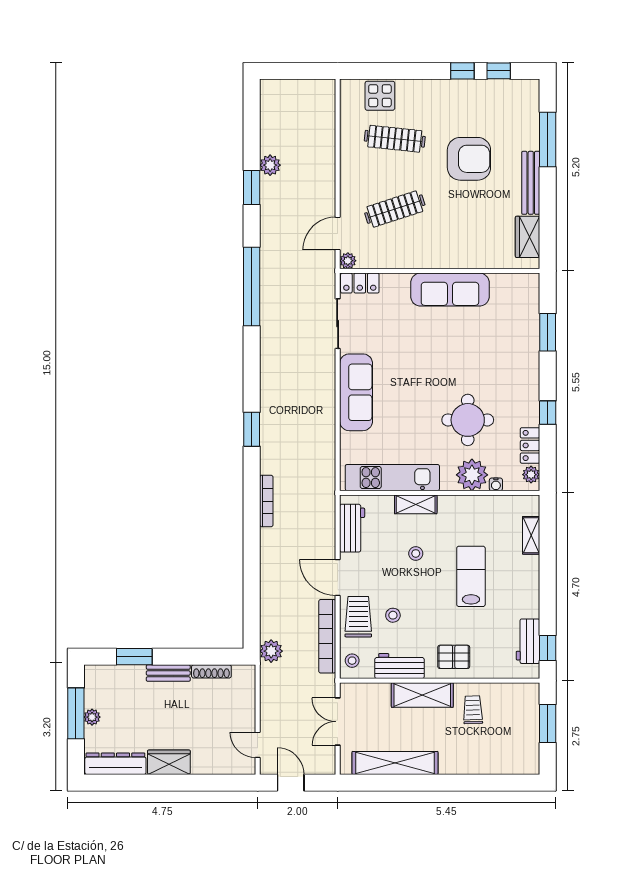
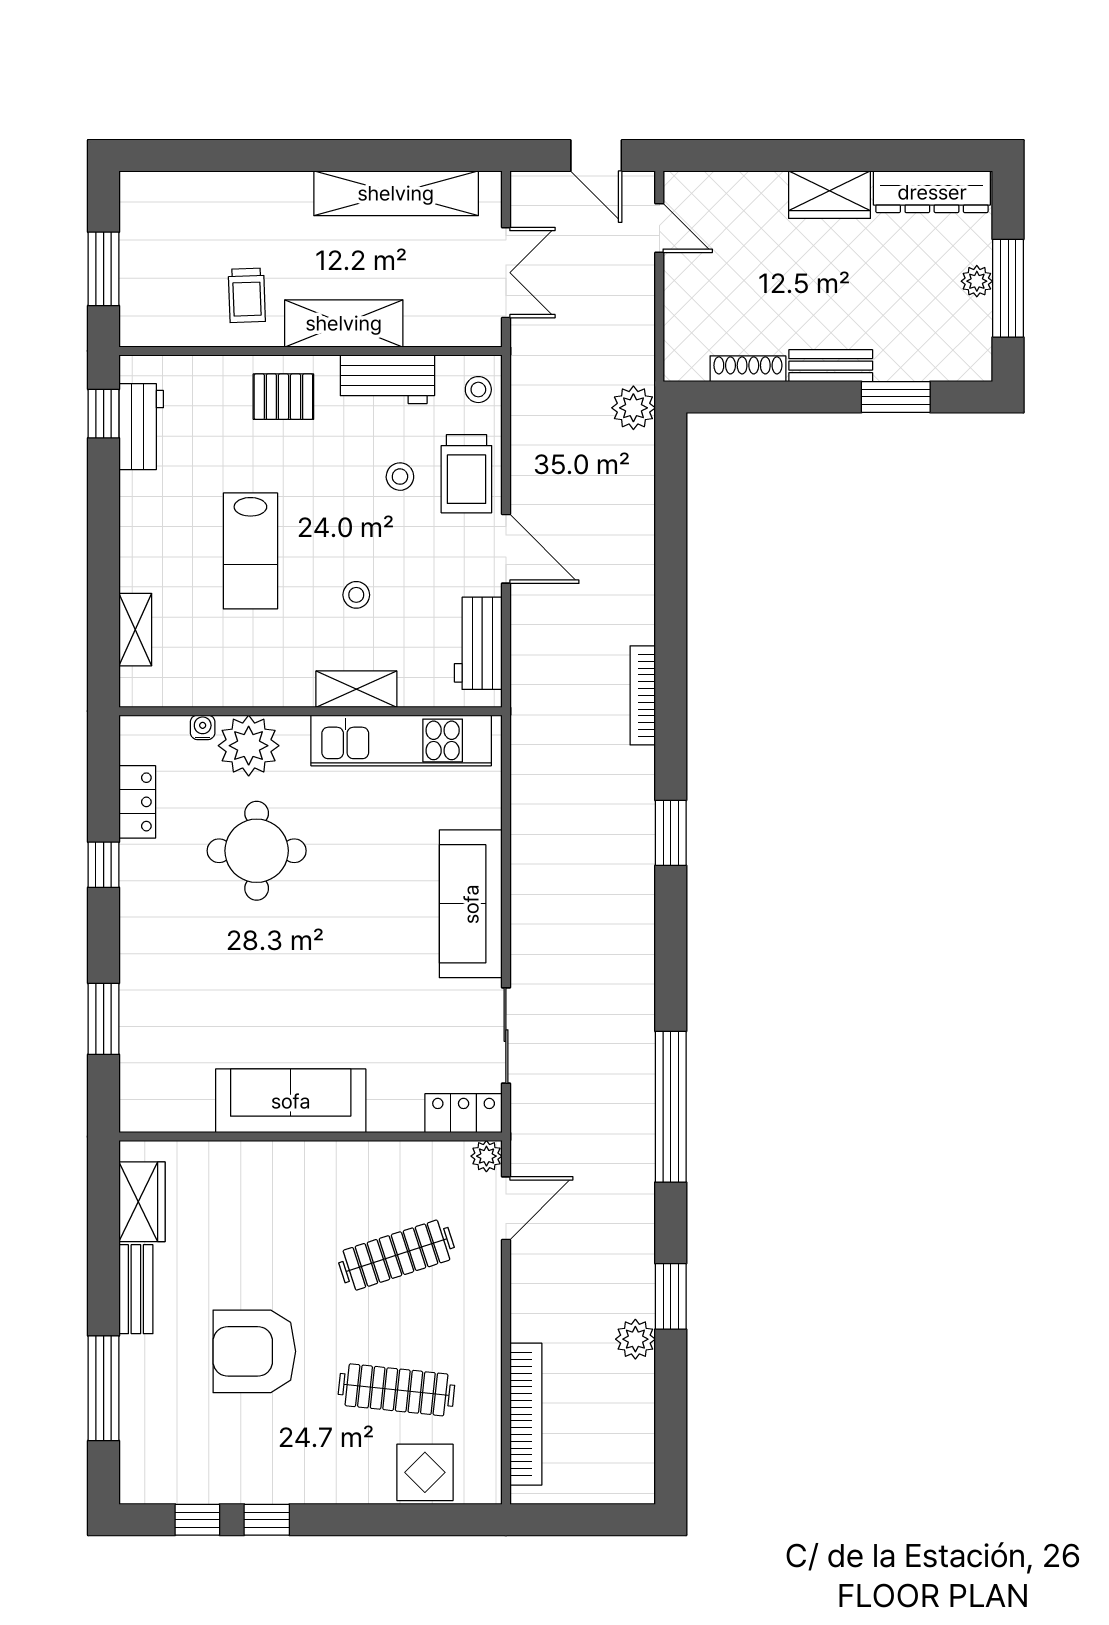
bench: (531, 183) -> (136, 1289), width x0.73
plant: (531, 475) -> (135, 746), removed
bookcase: (327, 636) -> (526, 1414), moved

